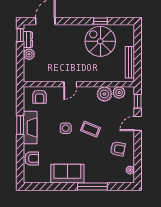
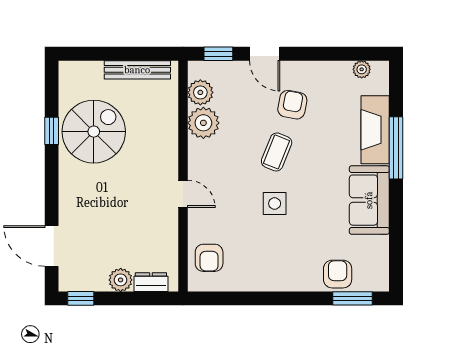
dresser: (28, 40) -> (151, 282), moved
spiral stairs: (100, 41) -> (94, 132), turned 180
armchair: (40, 97) -> (209, 258), turned 90
window: (20, 125) -> (352, 298), moved
fireplace: (30, 127) -> (375, 130), moved, turned -90
armchair: (118, 149) -> (292, 105), moved

